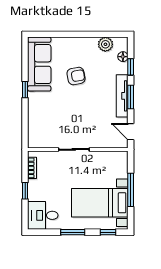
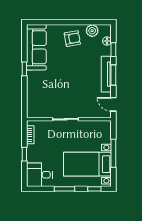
armchair: (76, 76) -> (72, 39), moved

